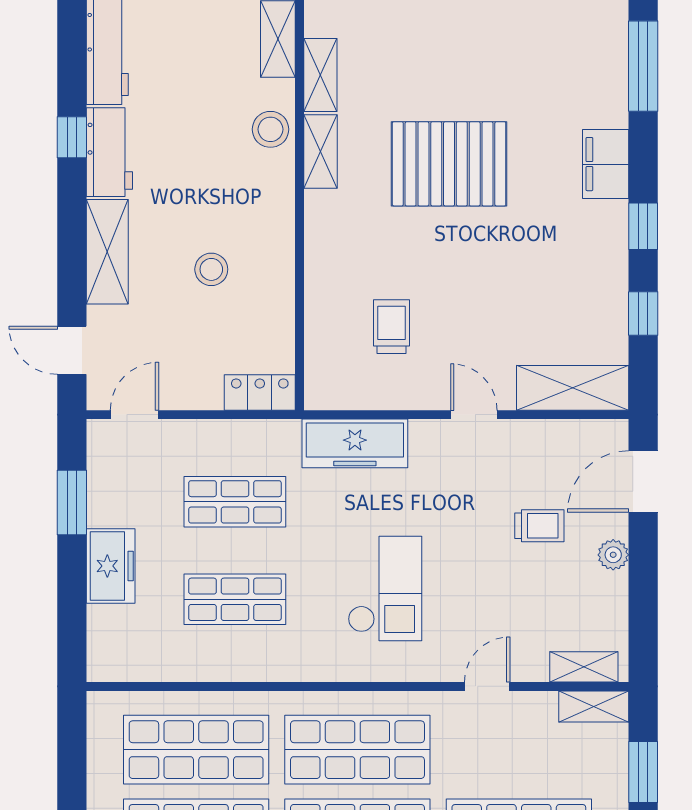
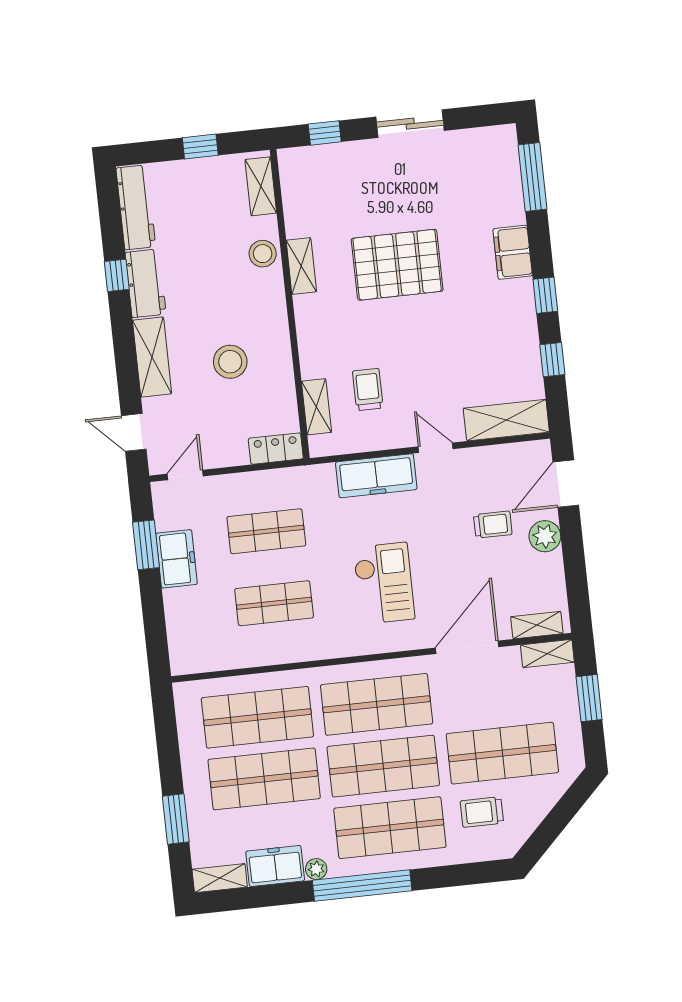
shelving: (320, 75) -> (316, 407), moved
stool: (211, 269) -> (230, 362), width x1.38, depth x1.38
freezer: (355, 443) -> (376, 476), moved
plant: (613, 555) -> (545, 536), width x1.38, depth x1.38
freezer: (111, 566) -> (176, 559), moved
door: (487, 686) -> (467, 647), width x1.88

